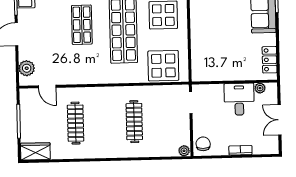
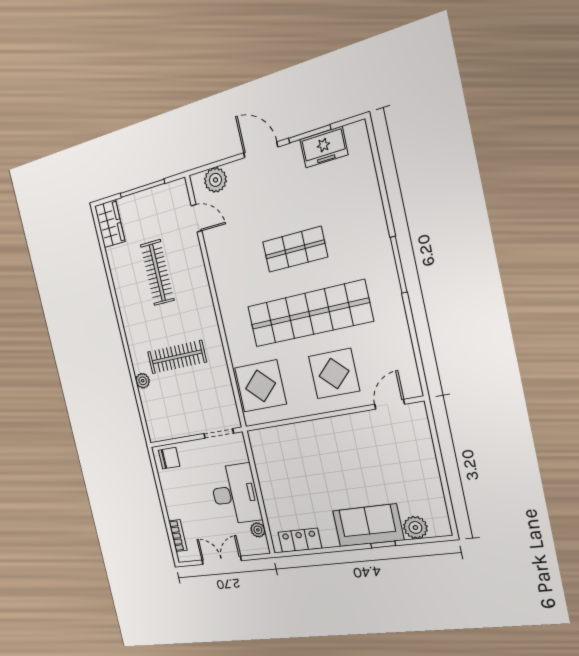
door: (47, 87) -> (197, 218), swing flipped
desk: (239, 99) -> (235, 494), width x1.37
clothes rail: (76, 123) -> (157, 273), turned 90
bookcase: (240, 150) -> (178, 536), moved
plant: (184, 151) -> (143, 381), moved

